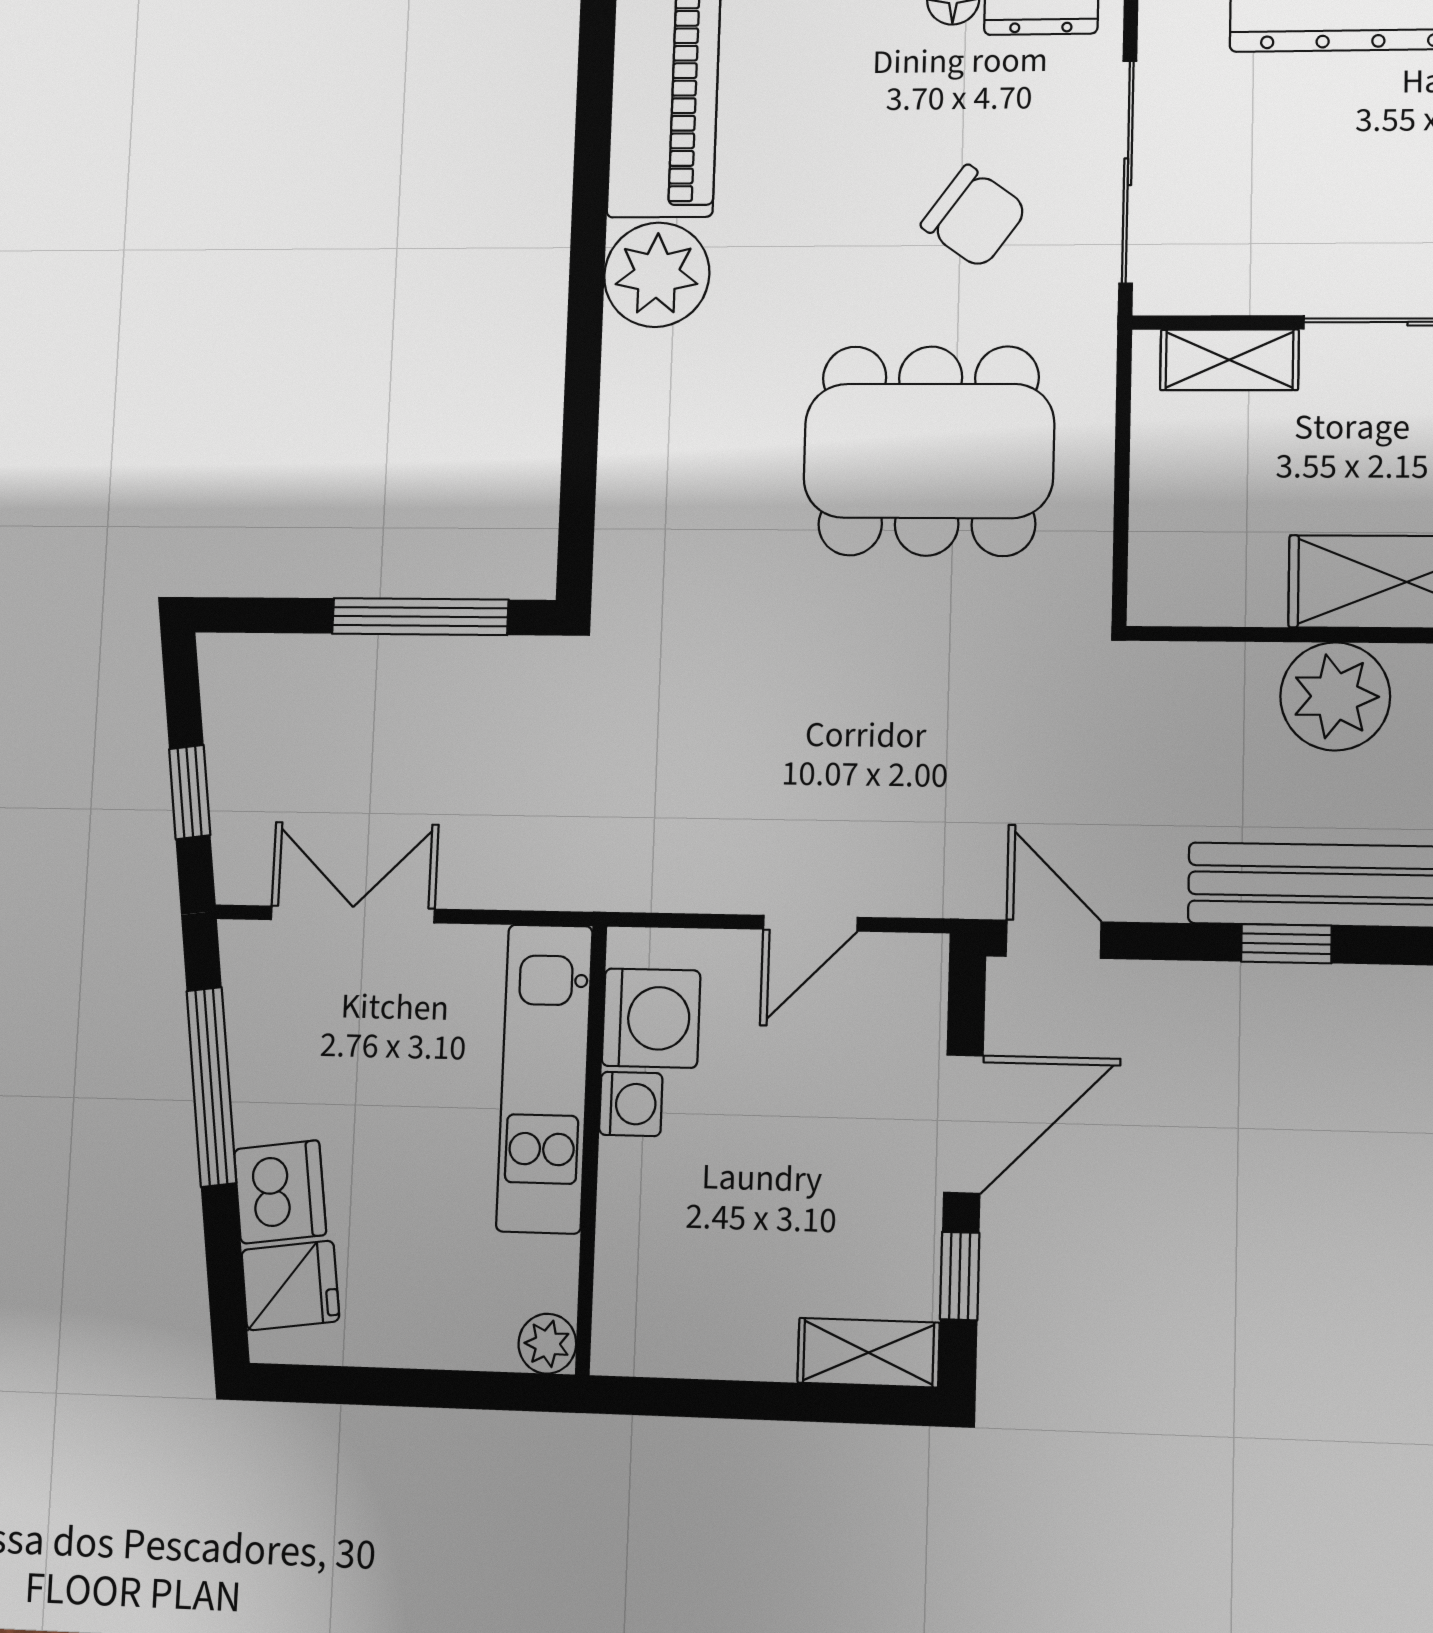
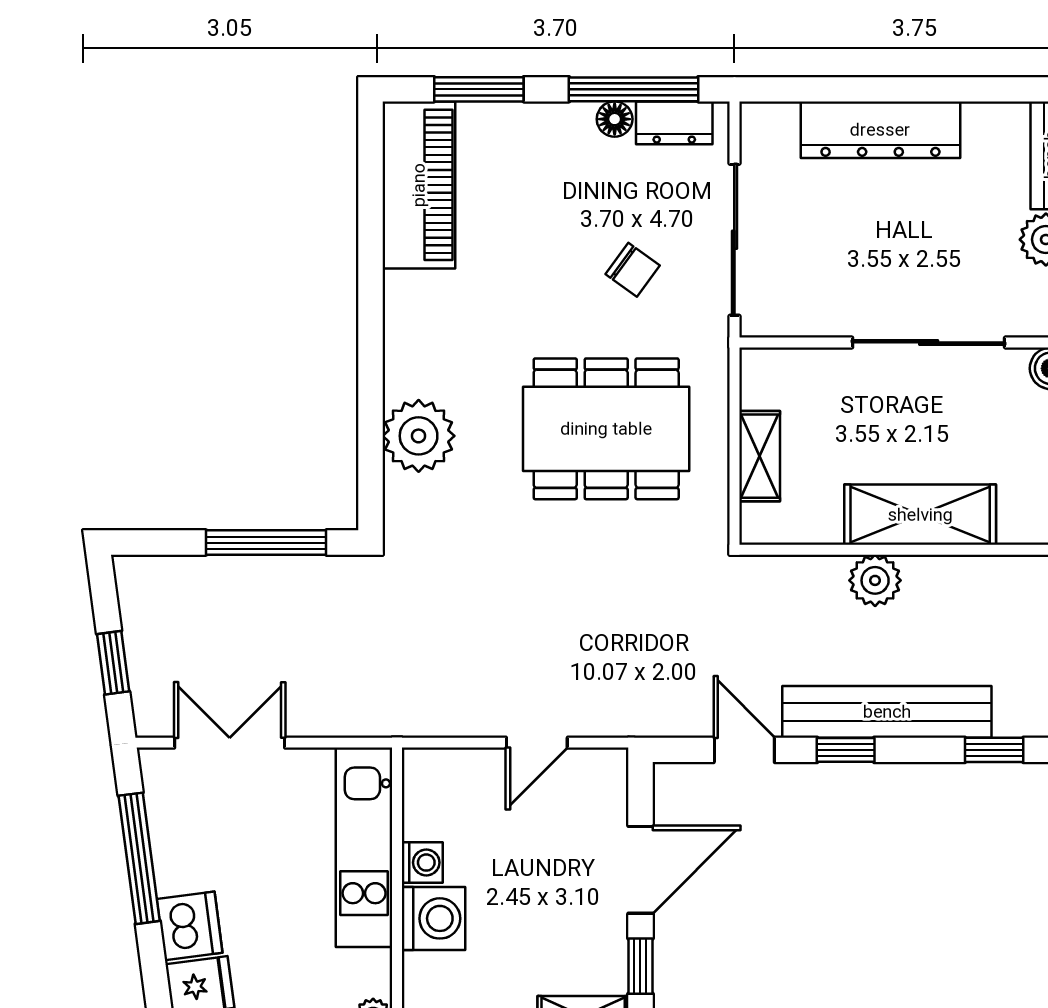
chair: (974, 217) -> (633, 270), width x0.73, depth x0.73
plant: (657, 275) -> (419, 436), moved
shelving: (1229, 360) -> (760, 456), moved, turned 90
plant: (1335, 696) -> (875, 580), width x0.73, depth x0.73
door: (1054, 939) -> (744, 750), moved
washing machine: (651, 1018) -> (433, 918), moved

